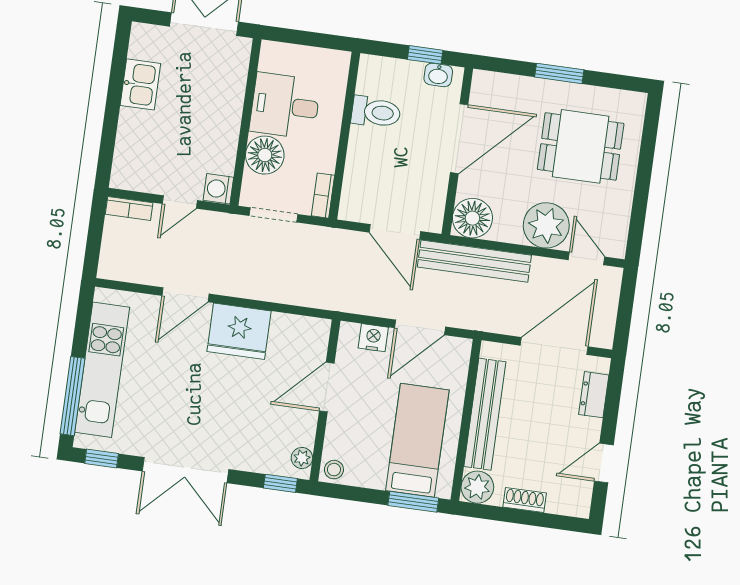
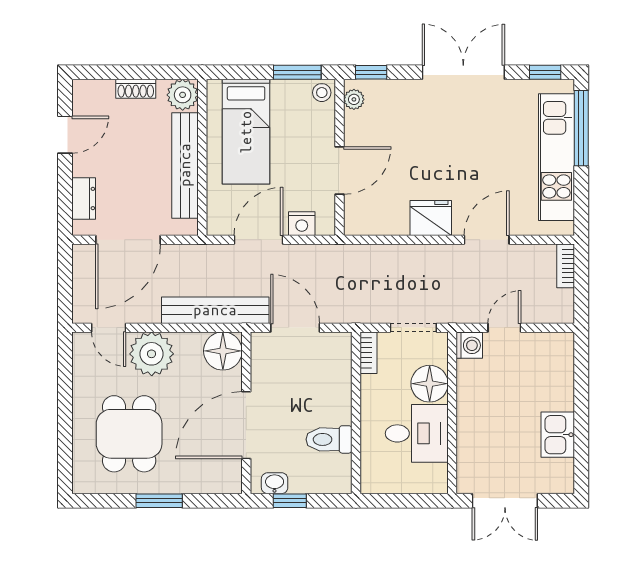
dining table: (581, 146) -> (129, 434), turned 90
bookcase: (129, 208) -> (566, 266), moved, turned -90
fridge: (239, 331) -> (431, 218), width x0.73, depth x0.75
window: (413, 502) -> (297, 72), moved

